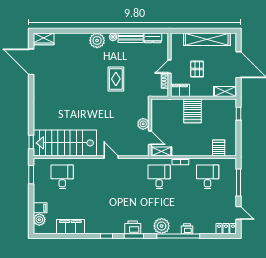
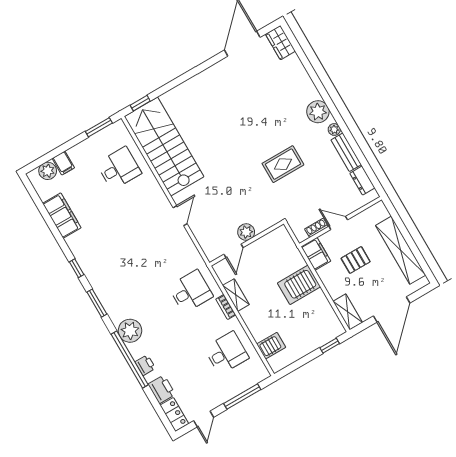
shelving: (161, 151) -> (236, 295), moved
printer: (133, 227) -> (162, 389), moved

